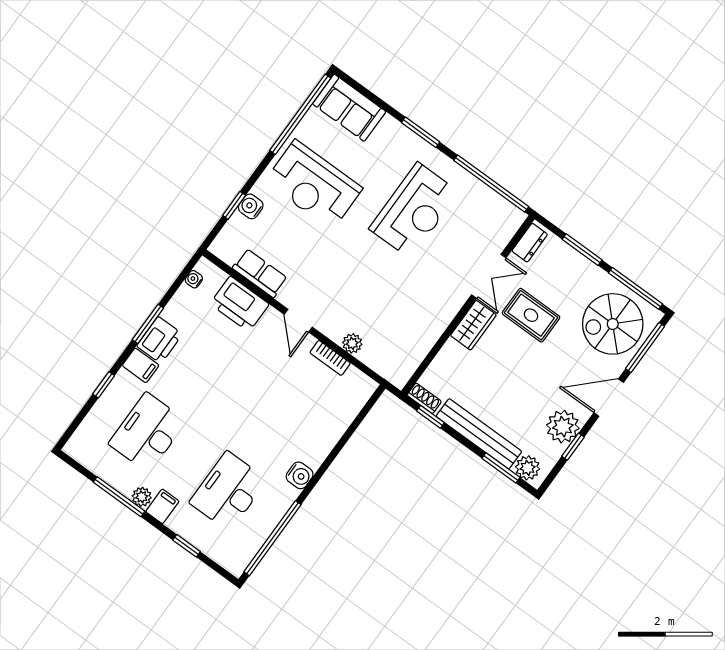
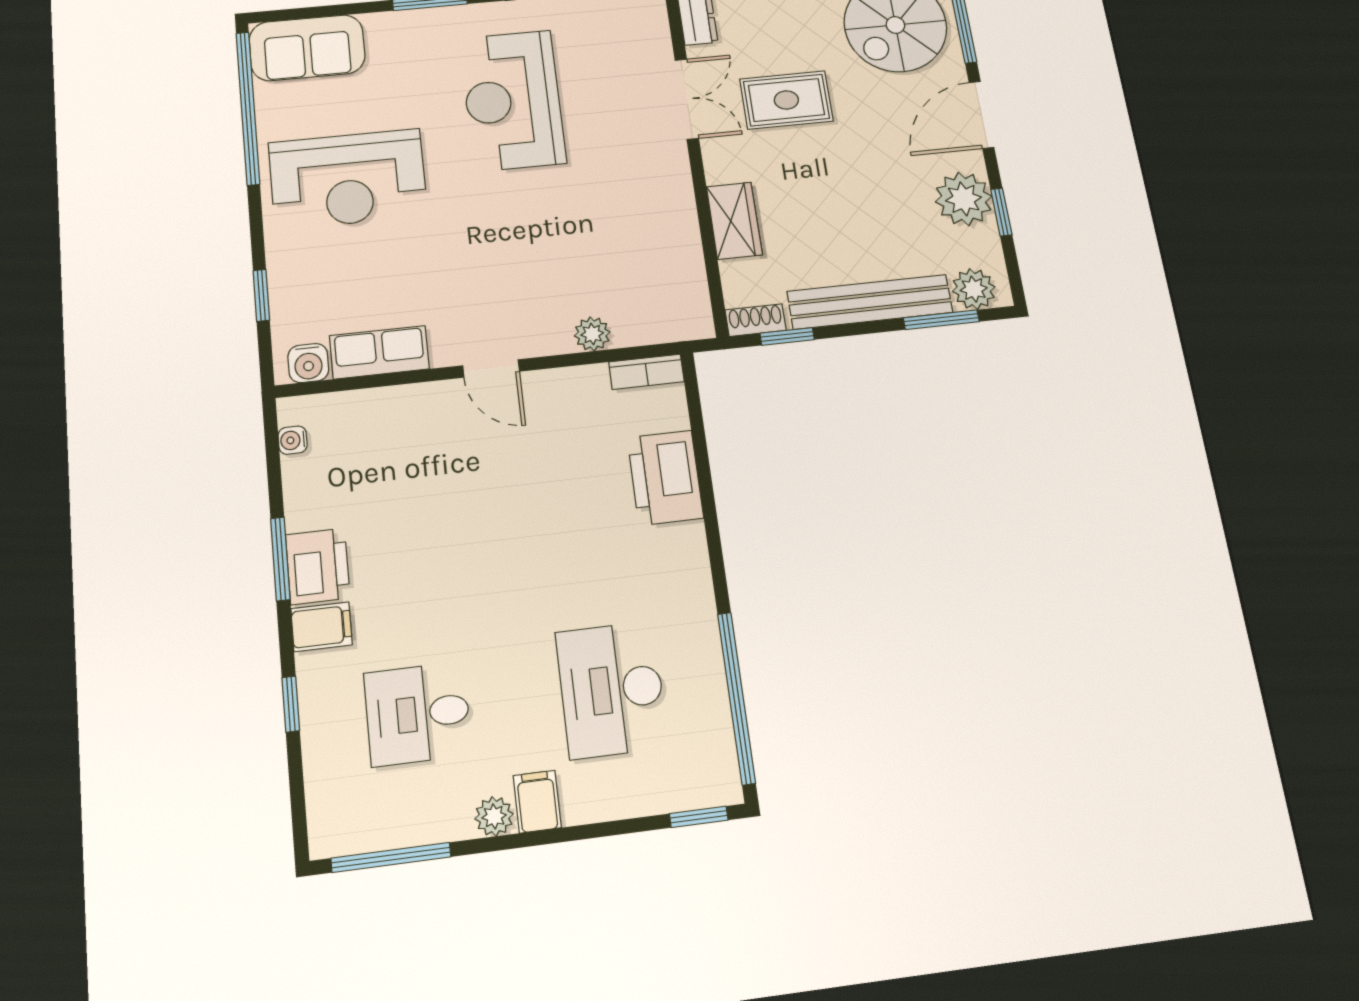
water cooler: (251, 206) -> (308, 363), moved, turned -90
reception desk: (414, 210) -> (513, 100), turned 180
printer: (240, 304) -> (665, 478), moved, turned 90
wardrobe: (473, 325) -> (734, 221), moved
bookcase: (330, 358) -> (646, 372), moved
desk: (147, 432) -> (418, 714), width x0.73
water cooler: (300, 475) -> (690, 574), removed
window: (119, 497) -> (391, 857), moved
window: (187, 546) -> (699, 817), moved

